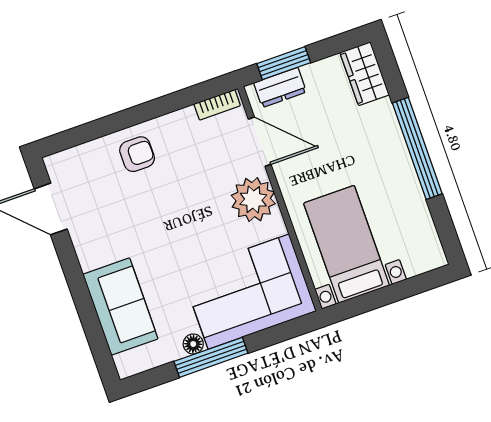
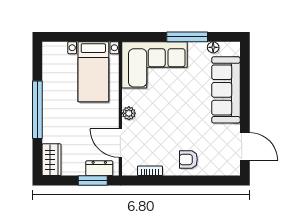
bookcase: (217, 105) -> (150, 171), moved
plant: (253, 200) -> (129, 113), width x0.53, depth x0.53
sofa: (120, 307) -> (226, 90), width x1.36
floor lamp: (193, 344) -> (213, 47), moved

